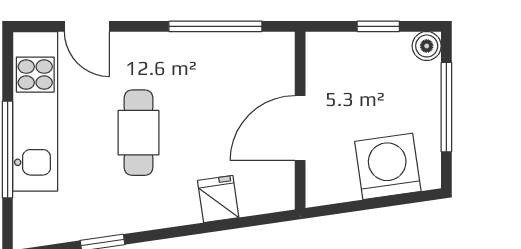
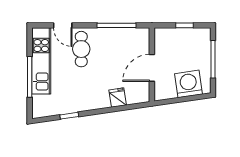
boiler: (427, 46) -> (205, 34), removed
cafe table: (139, 133) -> (81, 49), moved

